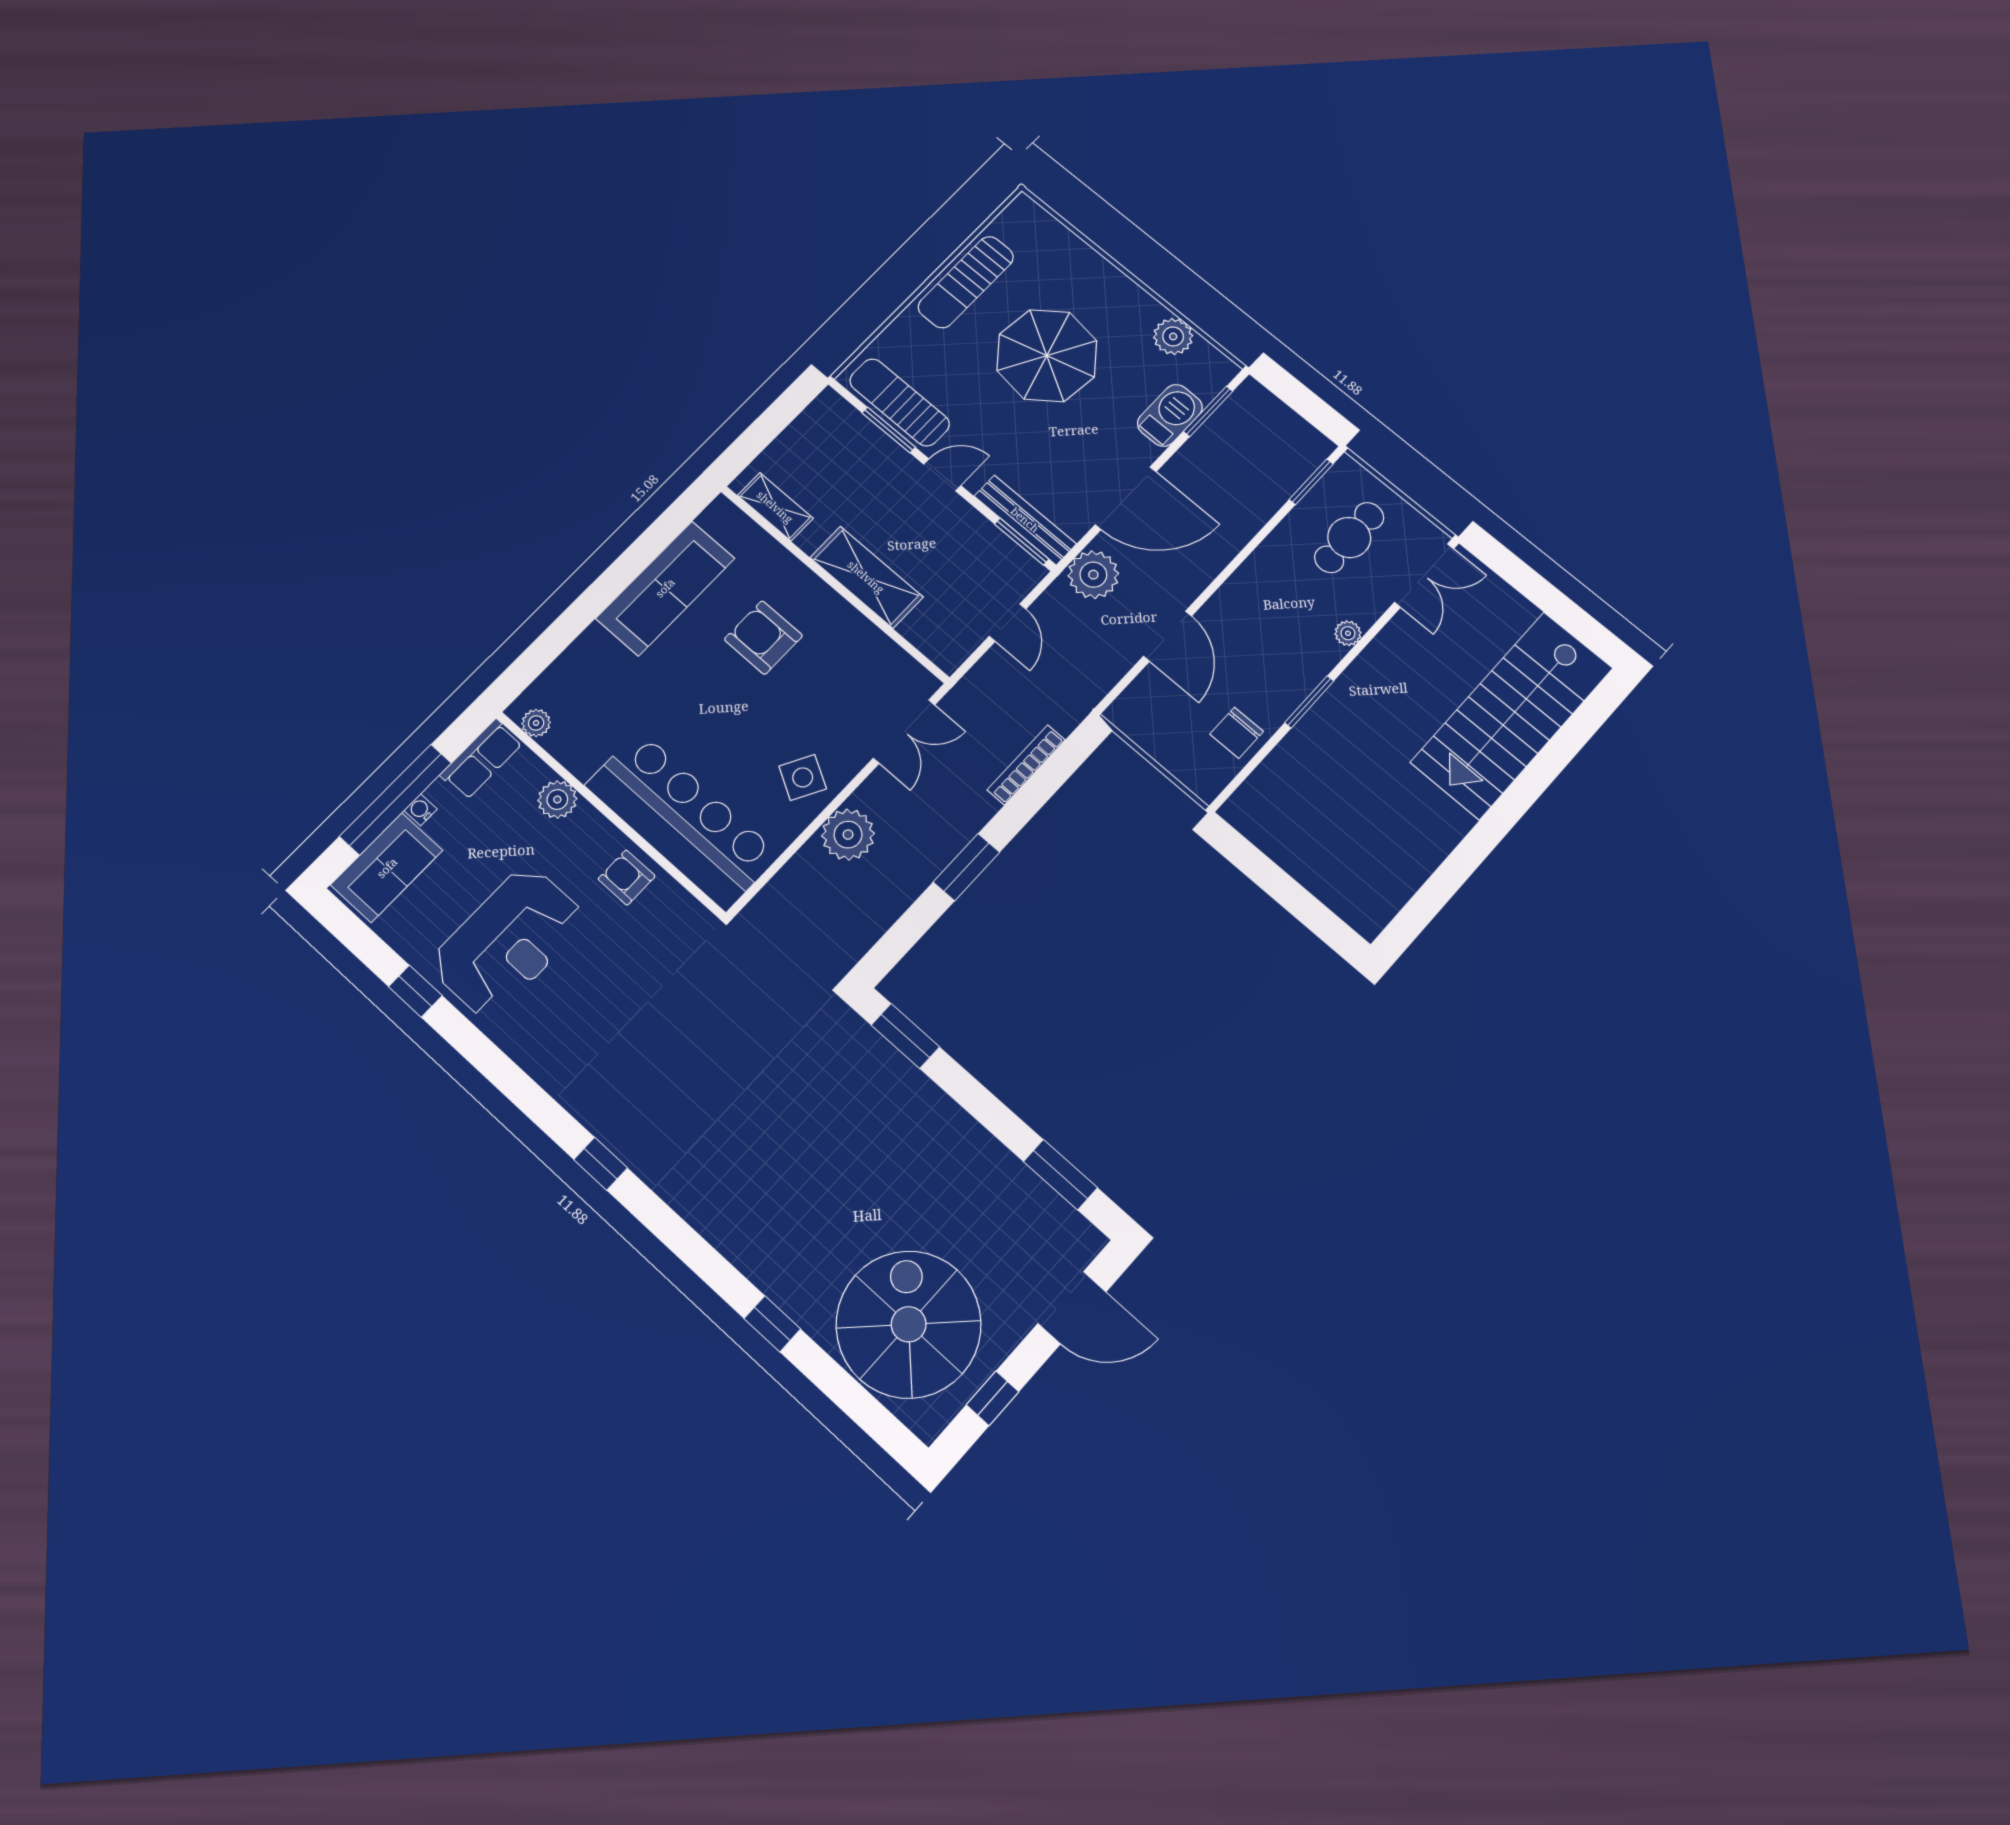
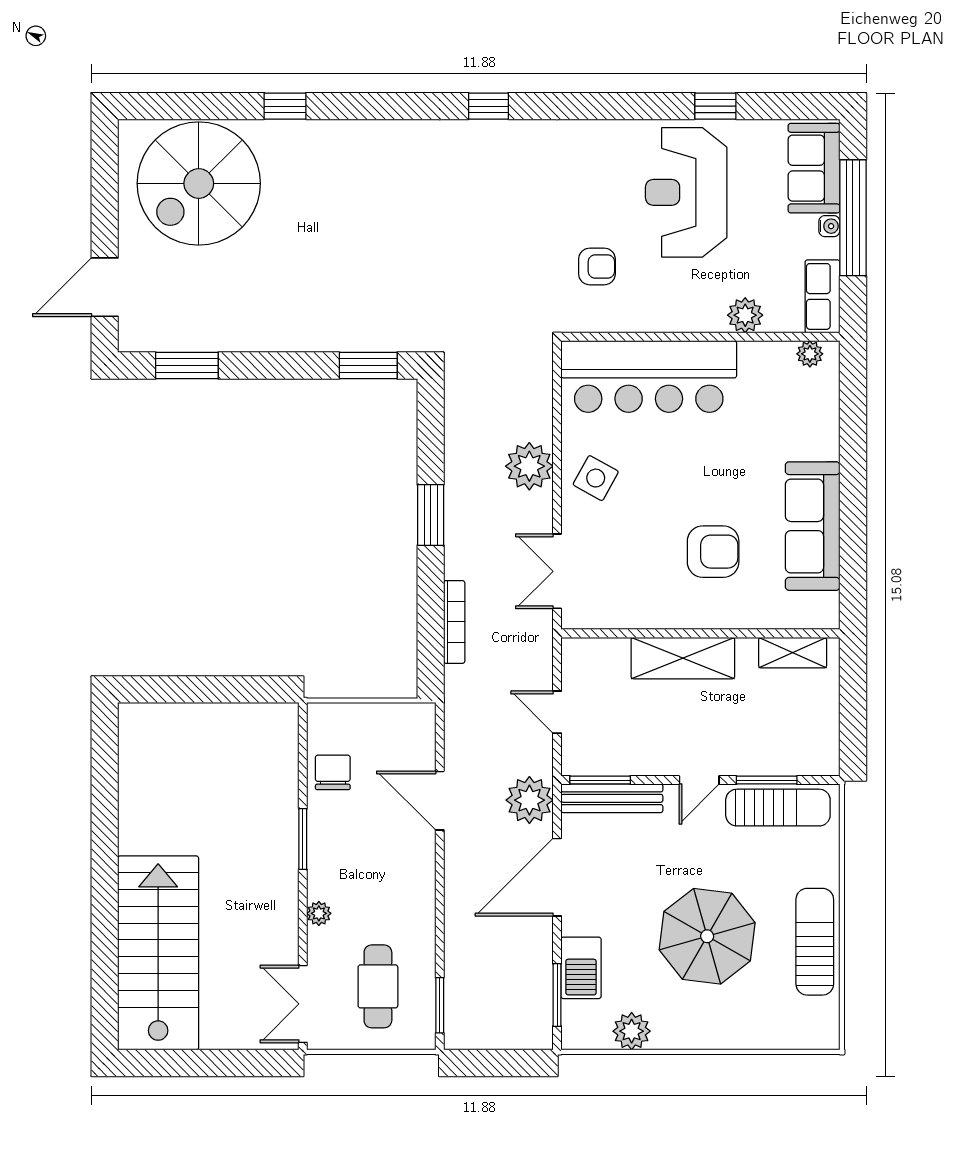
armchair: (627, 878) -> (597, 266), moved
spiral stairs: (909, 1324) -> (199, 183), turned 90
window: (993, 1398) -> (105, 185), removed

